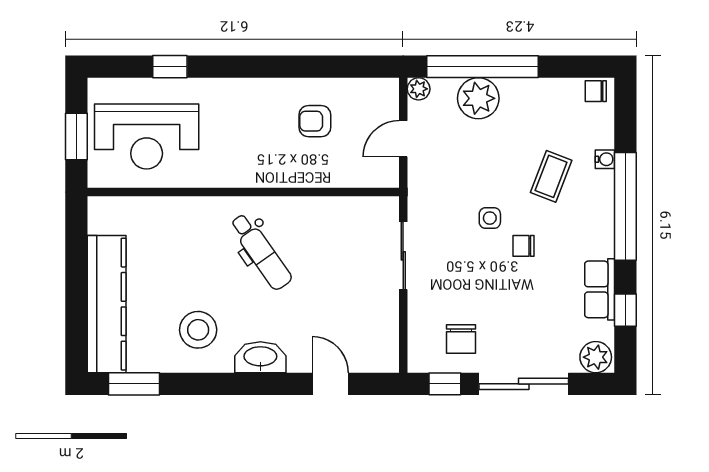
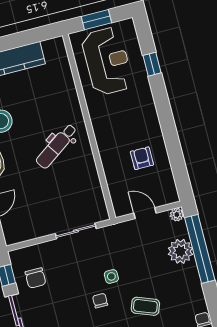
reception desk: (147, 136) -> (107, 61), turned 180
chair: (461, 339) -> (35, 278), turned -90

